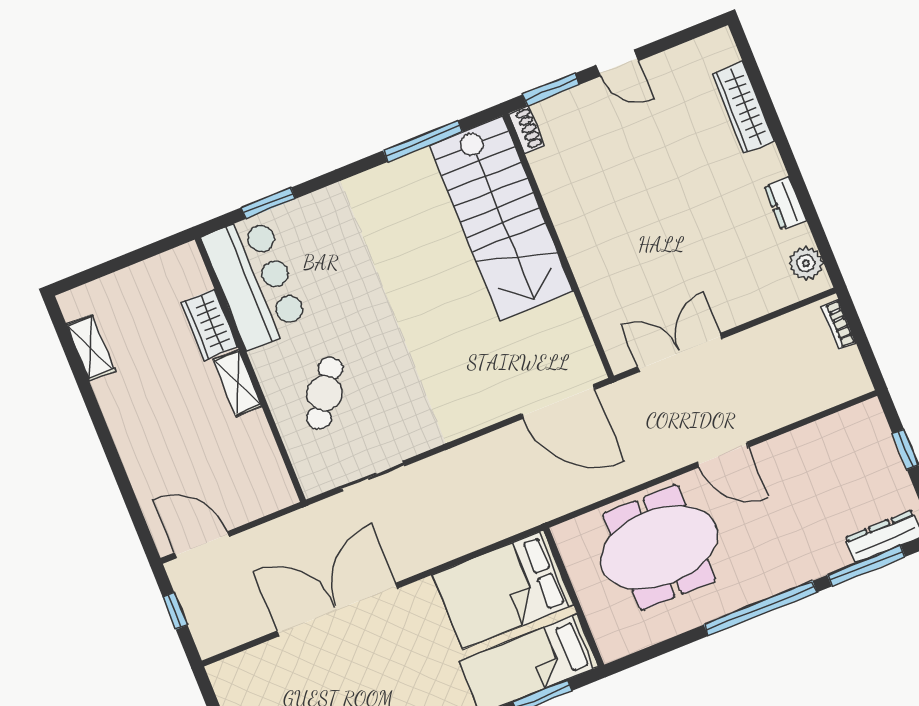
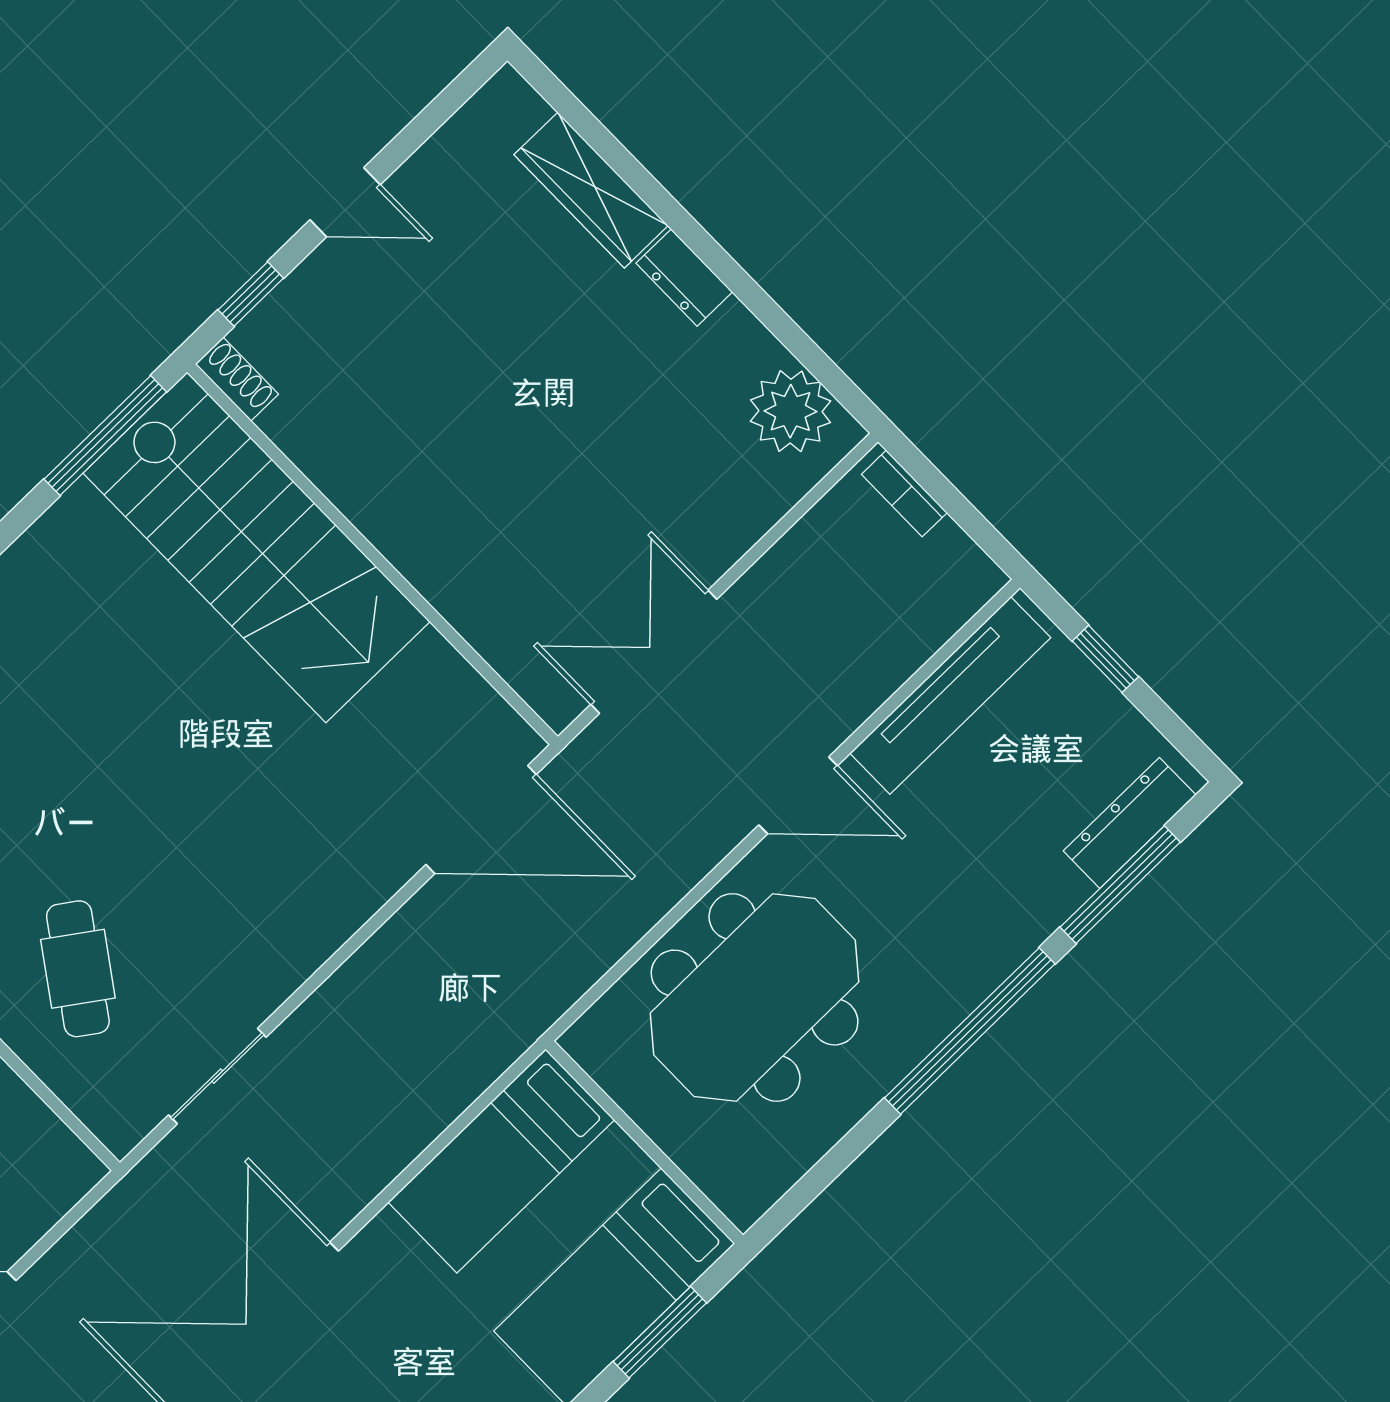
window: (551, 90) -> (251, 294), width x0.67
window: (423, 141) -> (105, 436), moved
dresser: (785, 203) -> (684, 278), moved
plant: (806, 263) -> (791, 411), width x1.36, depth x1.36
tv unit: (820, 436) -> (950, 695), added
bed: (503, 590) -> (501, 1161), width x0.67

